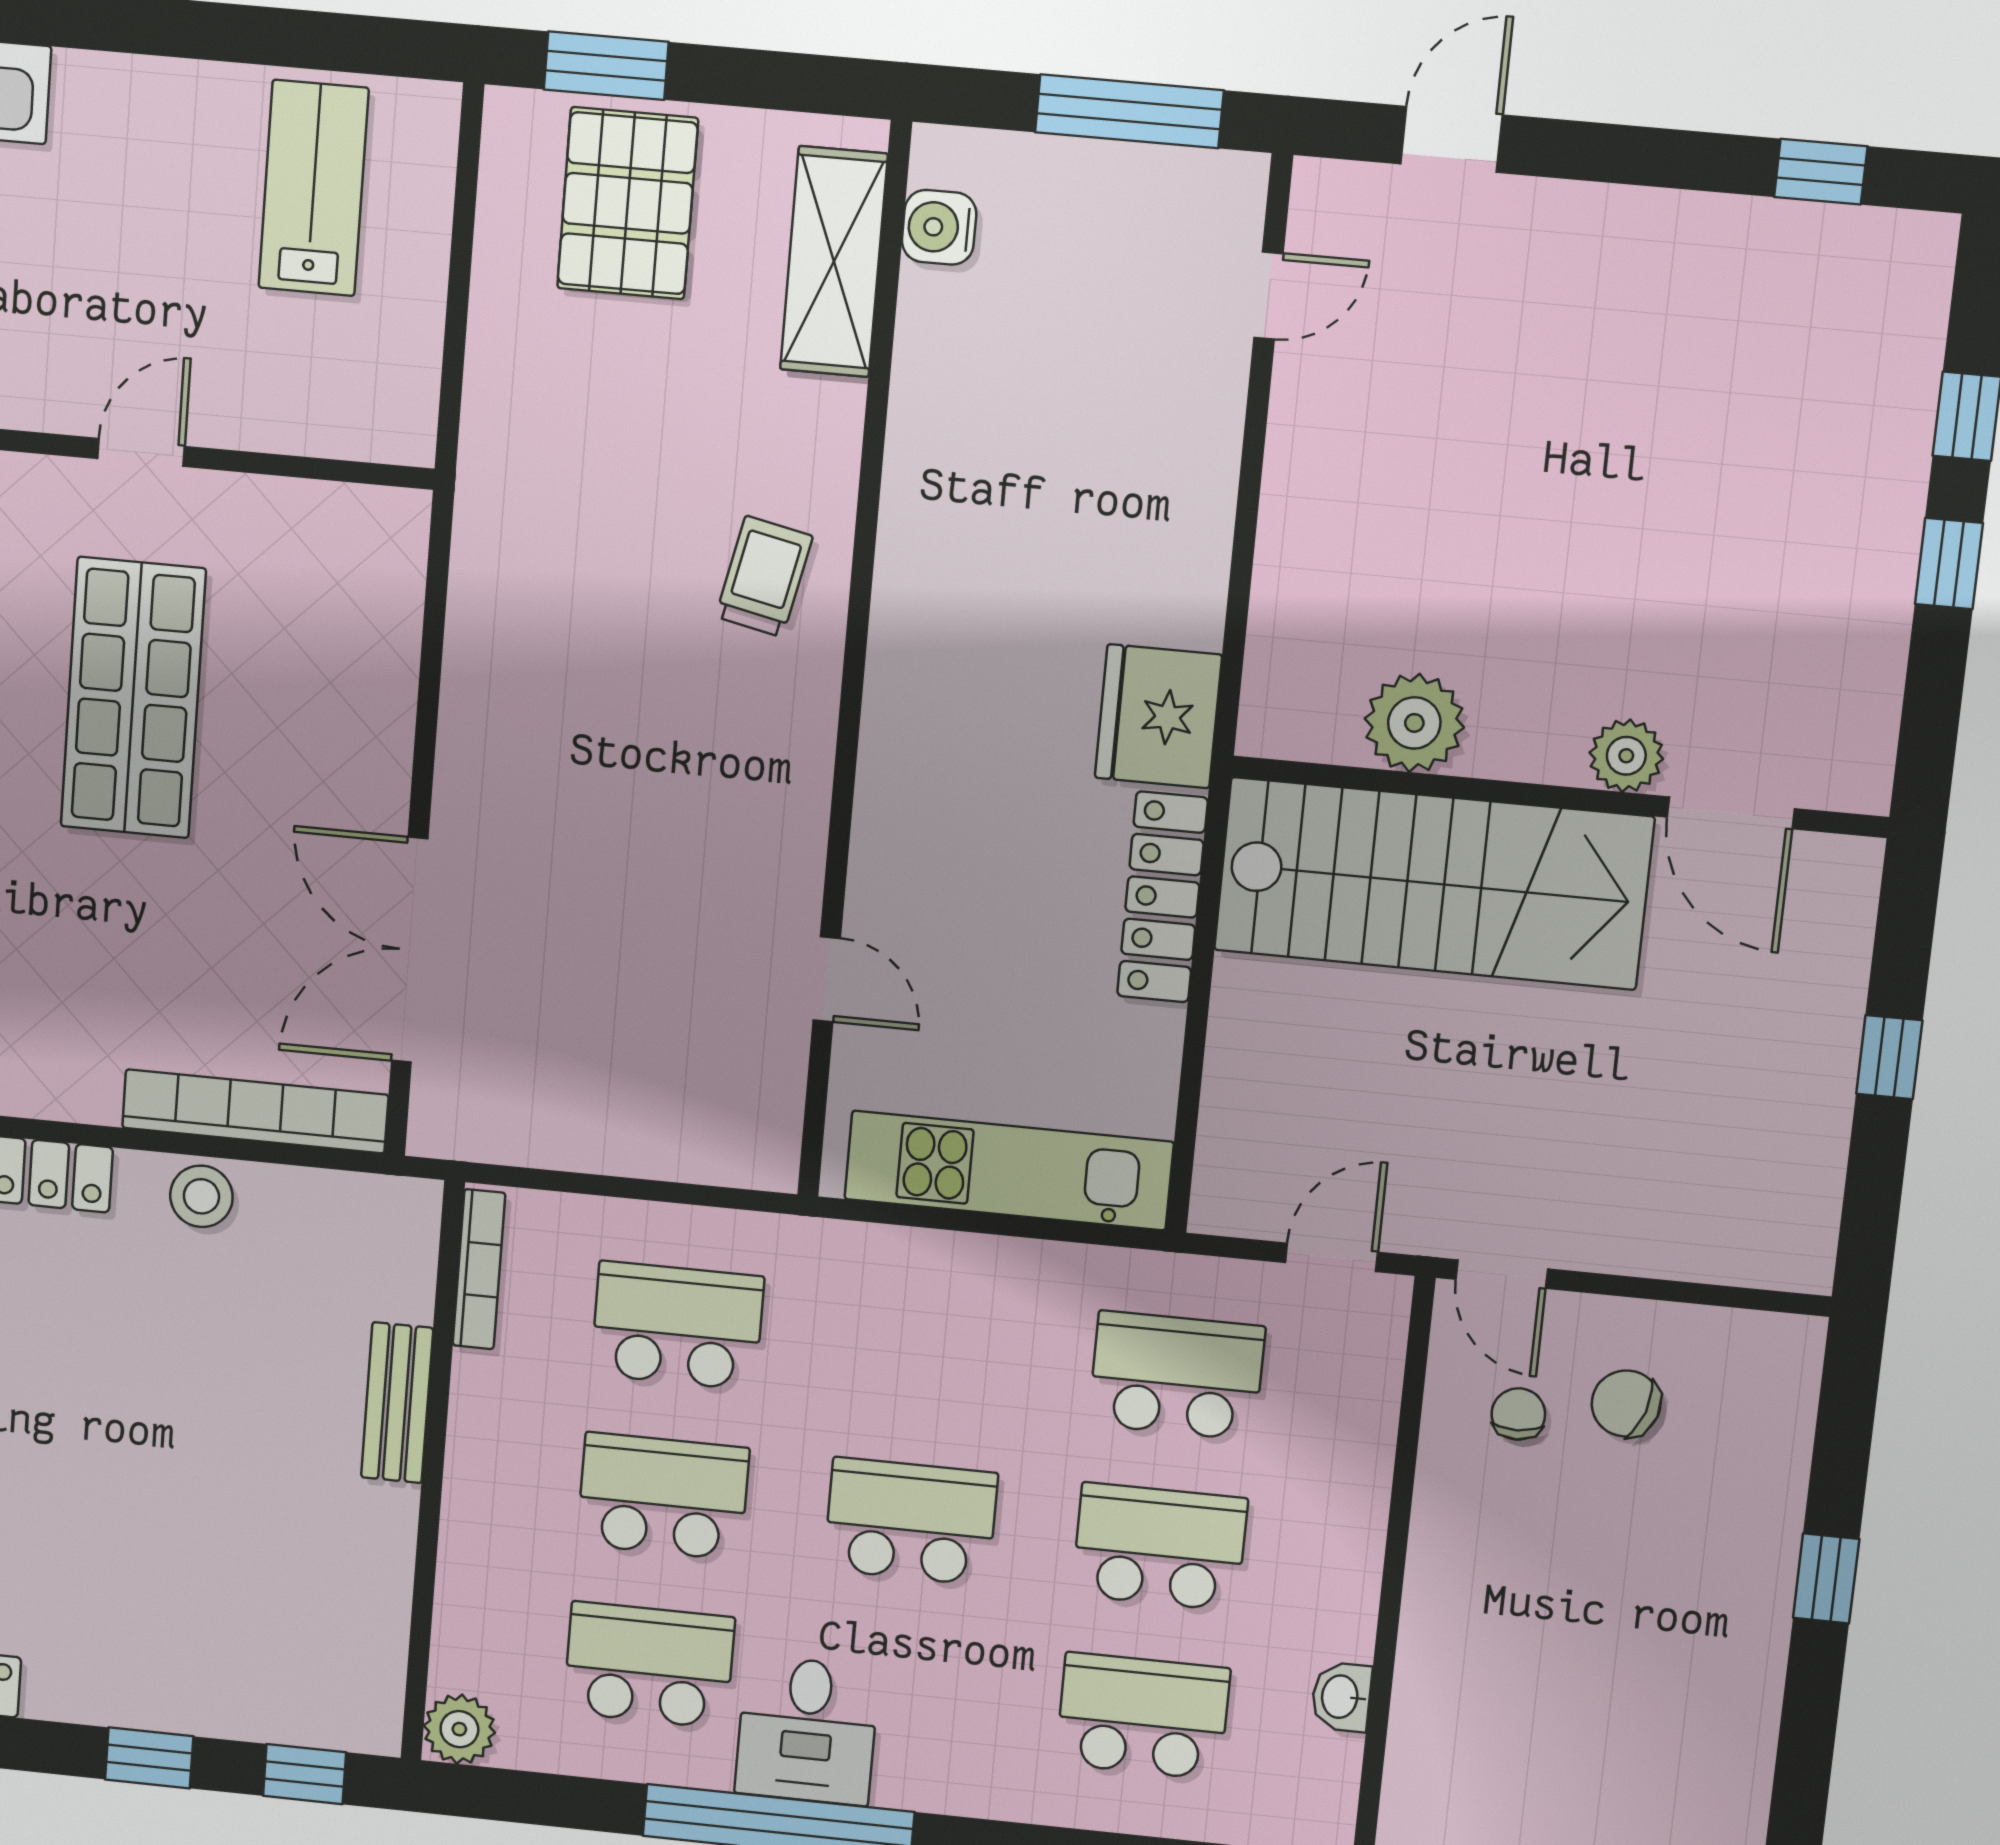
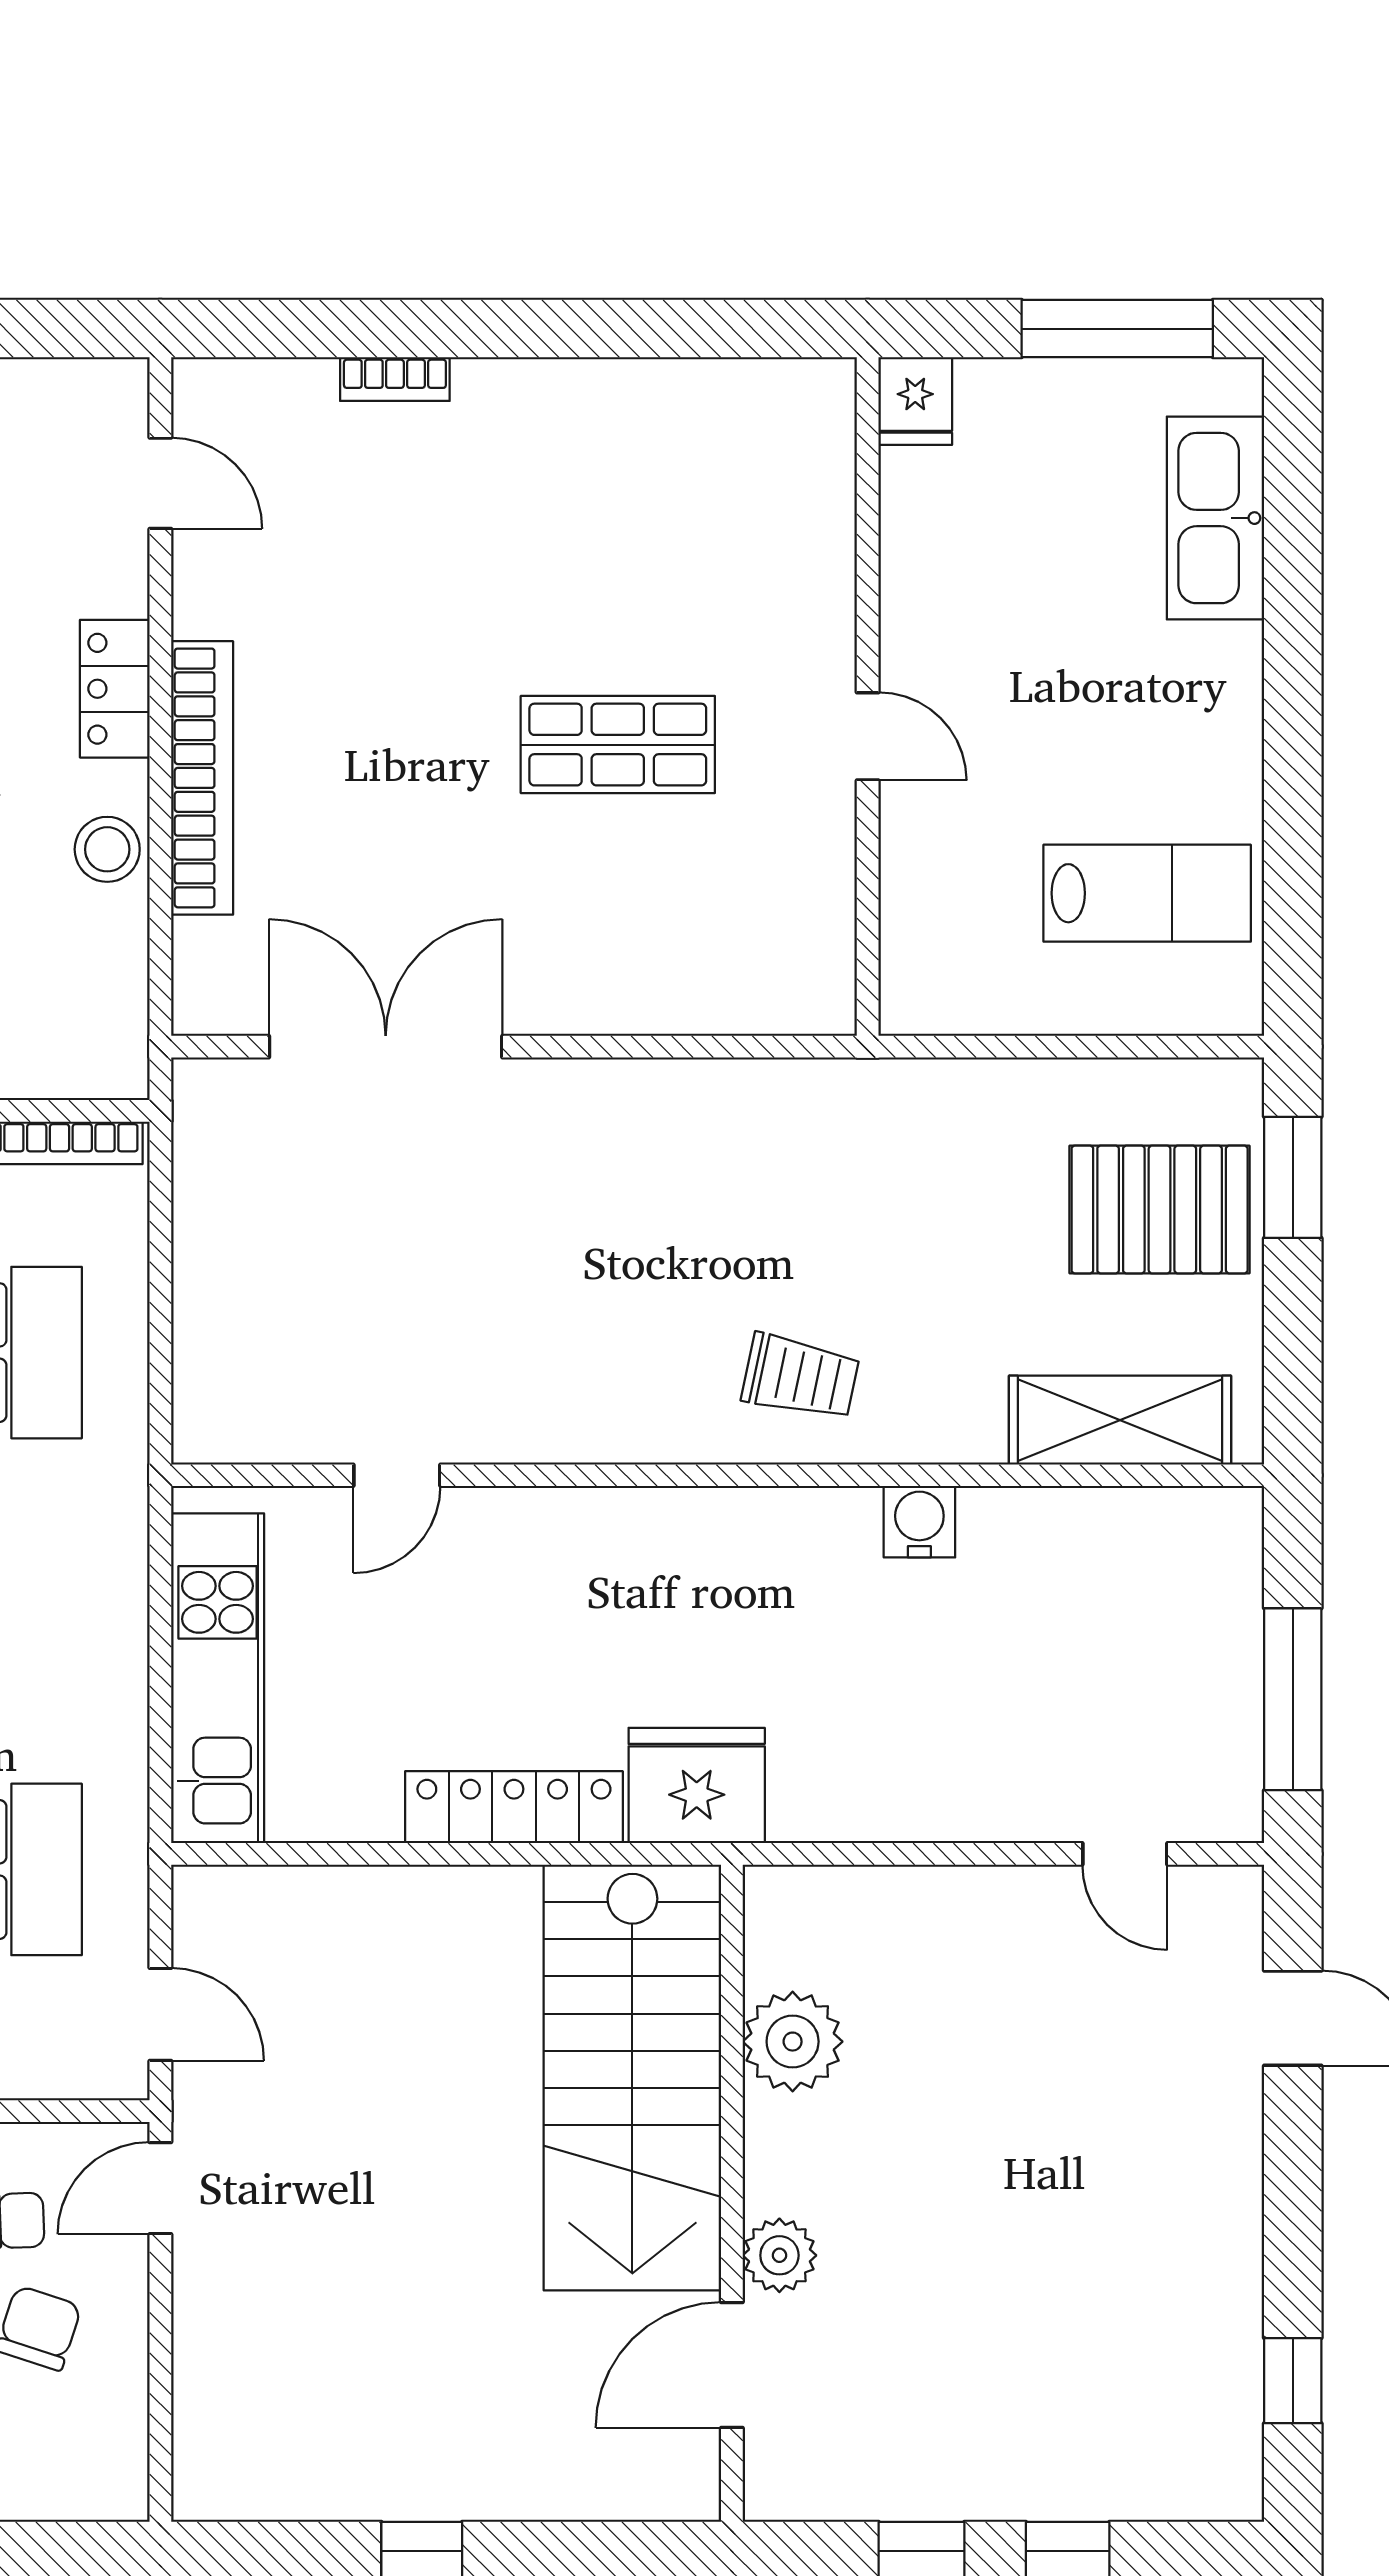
water cooler: (939, 227) -> (919, 1522), moved
shop shelf: (133, 698) -> (618, 745), width x0.70, depth x0.74
plant: (1414, 723) -> (793, 2042), moved
plant: (1626, 756) -> (779, 2255), moved
wall: (1559, 797) -> (732, 2193), moved
door: (1731, 813) -> (732, 2365), moved
stairs: (1434, 883) -> (632, 2078), moved
bookcase: (255, 1111) -> (202, 778), moved

